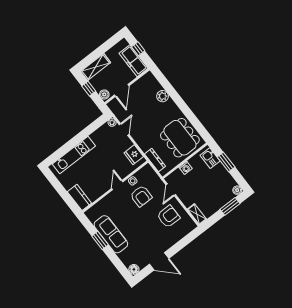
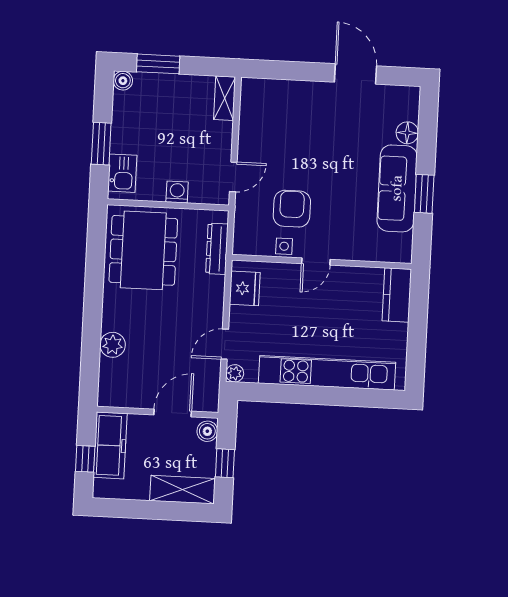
kitchen unit: (74, 155) -> (327, 373), width x1.36
armchair: (168, 216) -> (276, 136), removed
floor lamp: (134, 269) -> (407, 133), moved

